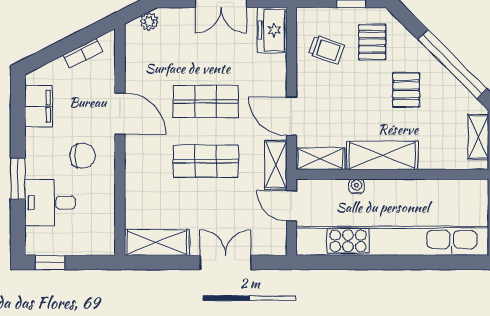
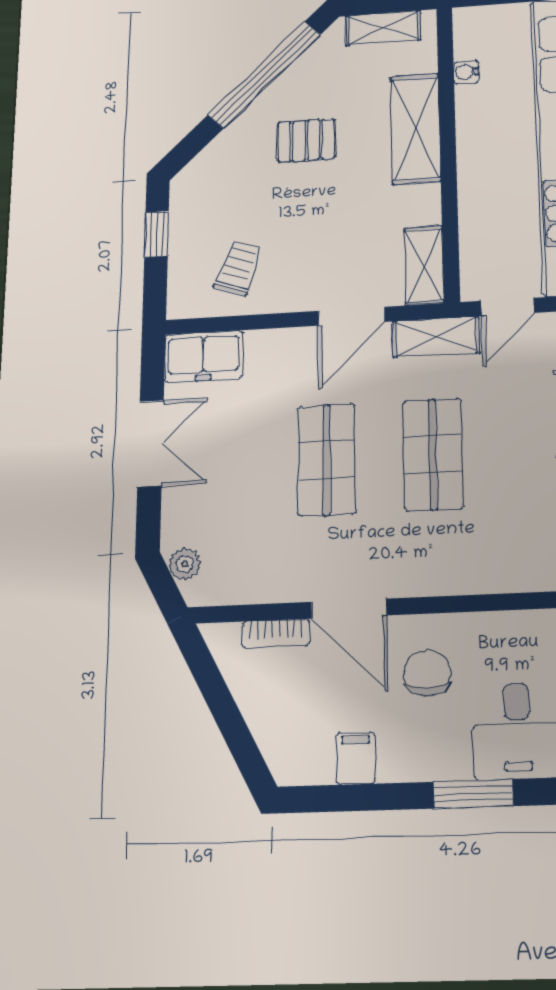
pallet: (372, 42) -> (226, 197), removed
bookcase: (83, 53) -> (276, 633), moved, turned 117
filing cabinet: (39, 106) -> (356, 758), width x0.50
door: (120, 114) -> (349, 609), swing flipped
shelving: (382, 155) -> (416, 129), moved
water cooler: (356, 186) -> (466, 72), moved

